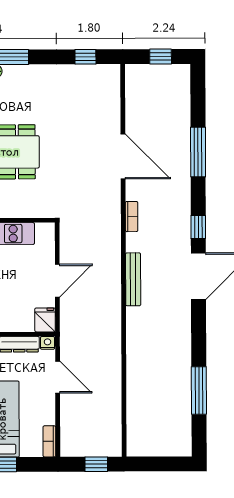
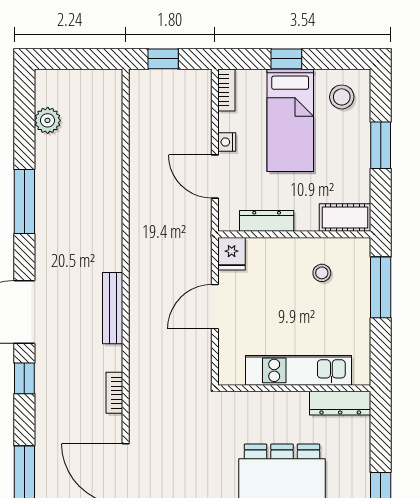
nightstand: (48, 343) -> (227, 142), moved, turned 90
window: (199, 390) -> (24, 202), moved
plant: (182, 418) -> (48, 120), added

